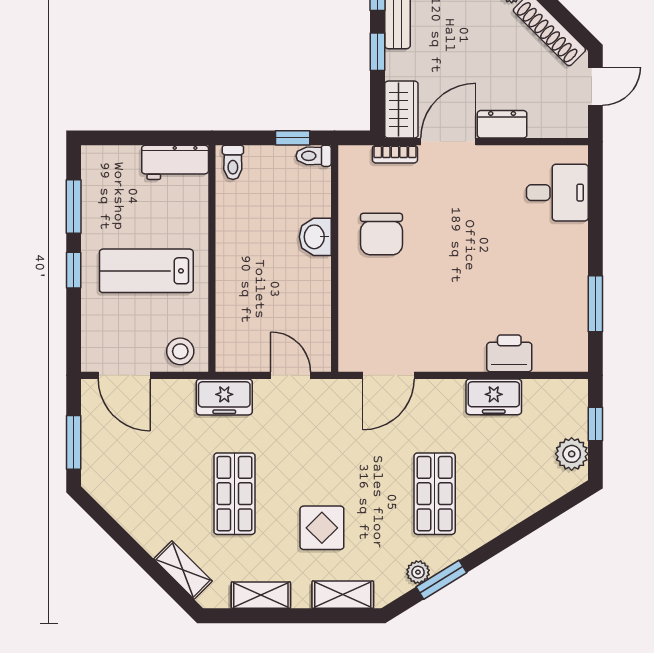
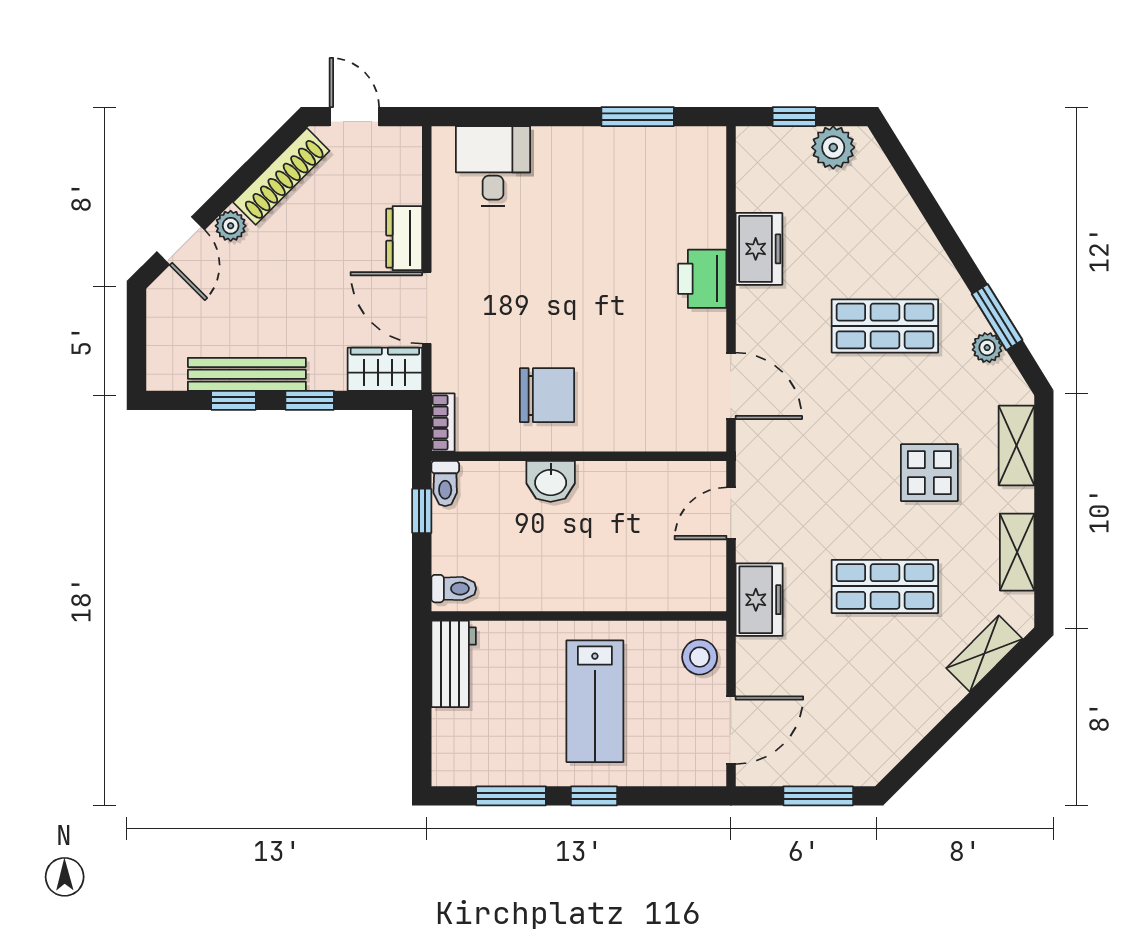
bookcase: (395, 154) -> (443, 422), moved
printer: (509, 353) -> (702, 279), moved

